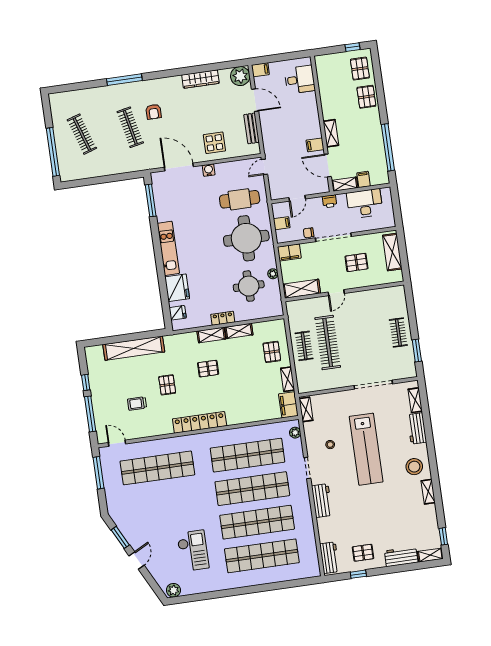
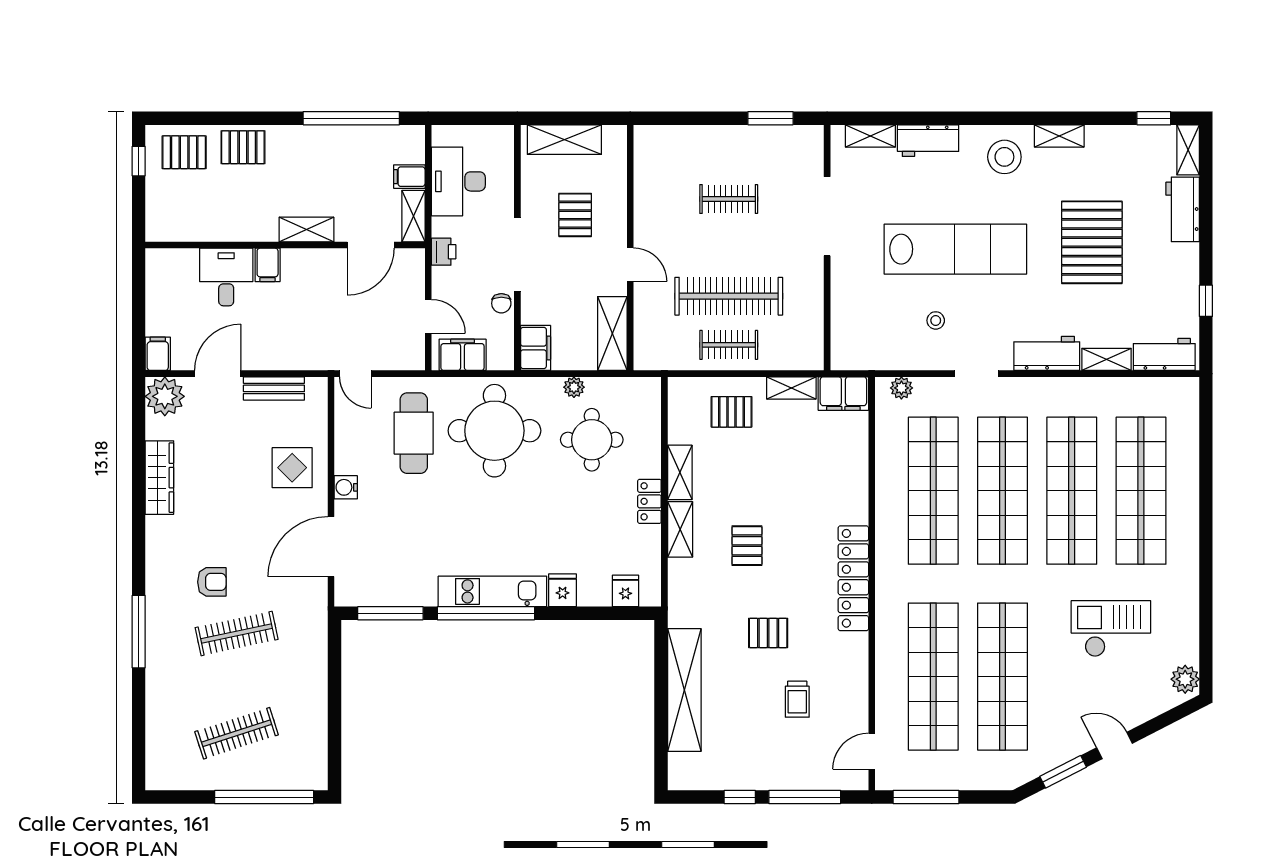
desk: (300, 80) -> (226, 277), moved
filing cabinet: (315, 145) -> (268, 265), moved
filing cabinet: (282, 223) -> (463, 355), width x2.00
window: (157, 247) -> (486, 613), added
fridge: (177, 288) -> (563, 590), width x0.53, depth x0.75
clothes rail: (398, 332) -> (729, 199), moved
shelving: (306, 409) -> (1107, 359), moved
shop shelf: (162, 501) -> (1002, 677), added
pallet: (363, 553) -> (1092, 242), moved, width x2.05, depth x2.00

